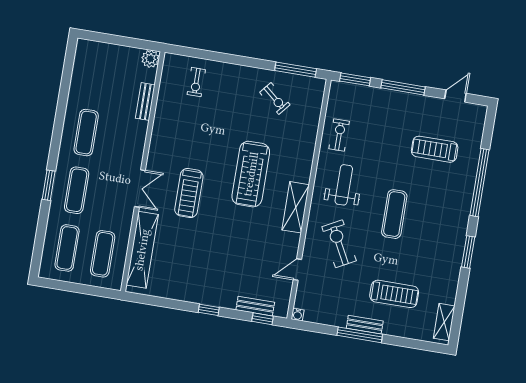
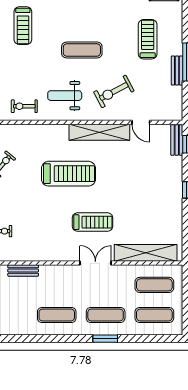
shelving: (296, 207) -> (99, 132), width x1.47
bench: (255, 306) -> (177, 140), moved
water cooler: (298, 315) -> (178, 116), removed
bench: (365, 325) -> (177, 71), moved

